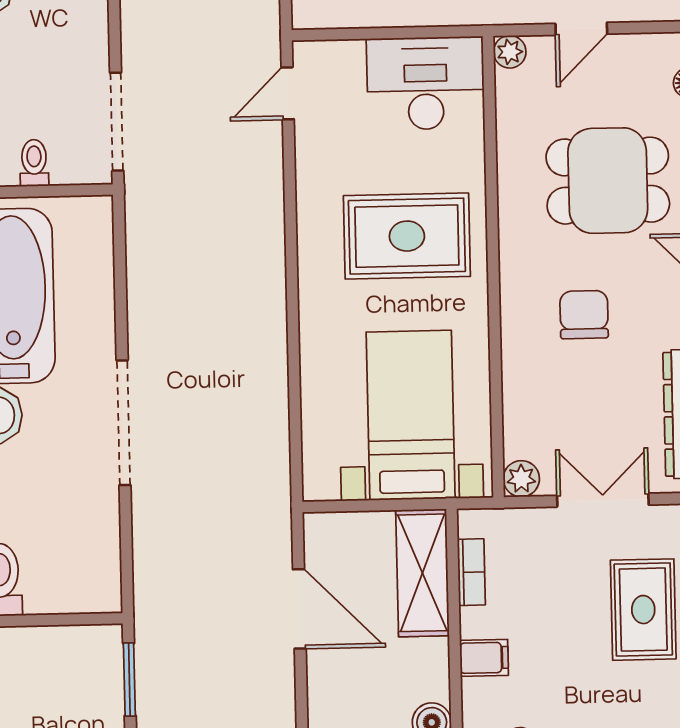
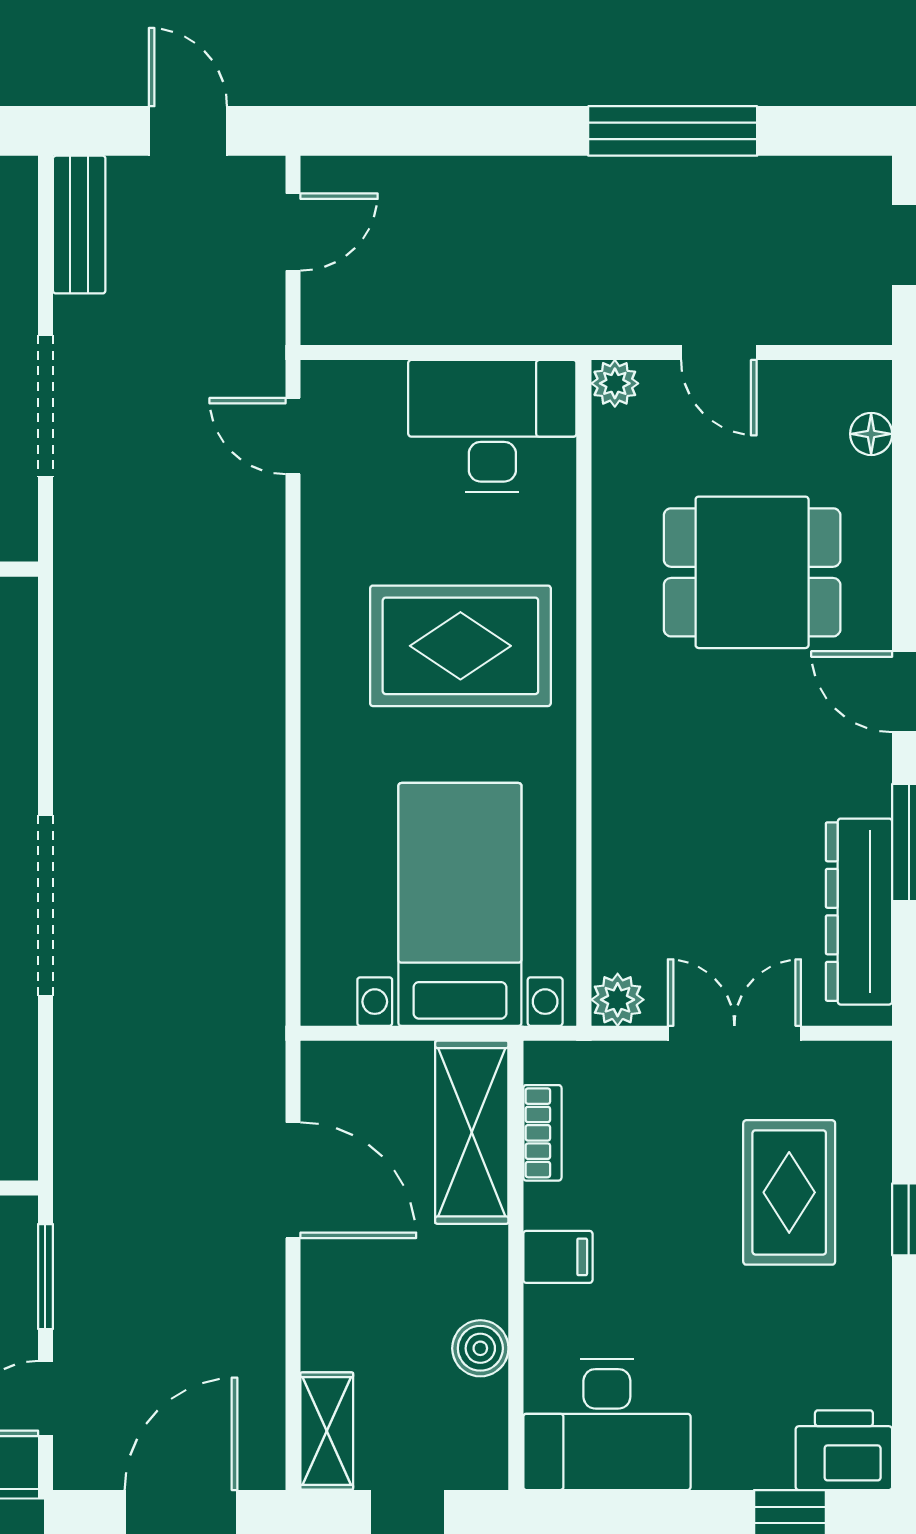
door: (581, 29) -> (719, 352), hinge flipped
door: (288, 93) -> (293, 436), hinge flipped
doorway: (117, 122) -> (45, 406), moved
chair: (584, 315) -> (713, 765), removed

